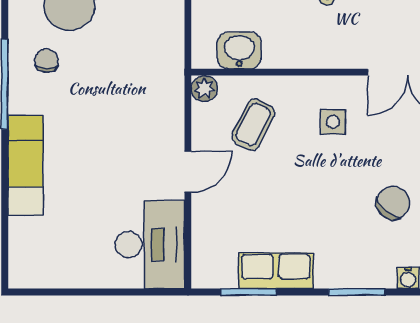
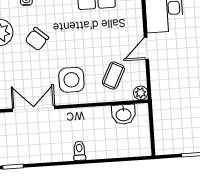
side table: (333, 122) -> (71, 80), width x1.87, depth x1.87

